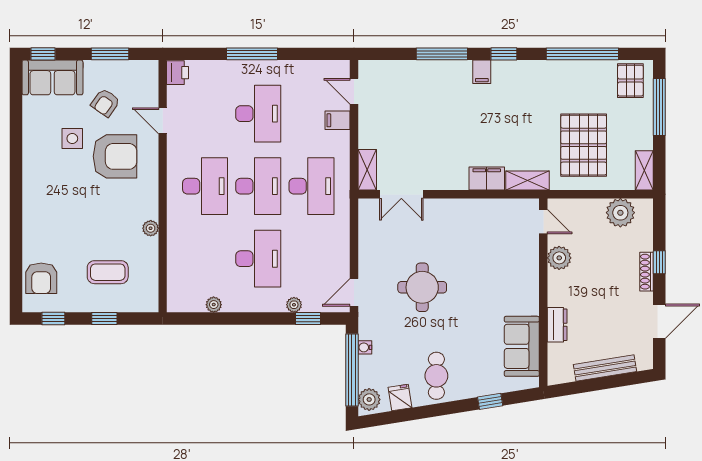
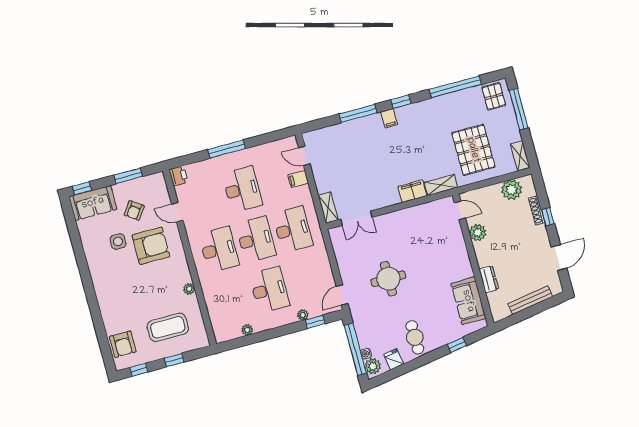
coffee table: (108, 272) -> (168, 327), width x1.36, depth x1.32
shoe rack: (647, 272) -> (537, 210), moved
water cooler: (365, 347) -> (366, 354), moved

